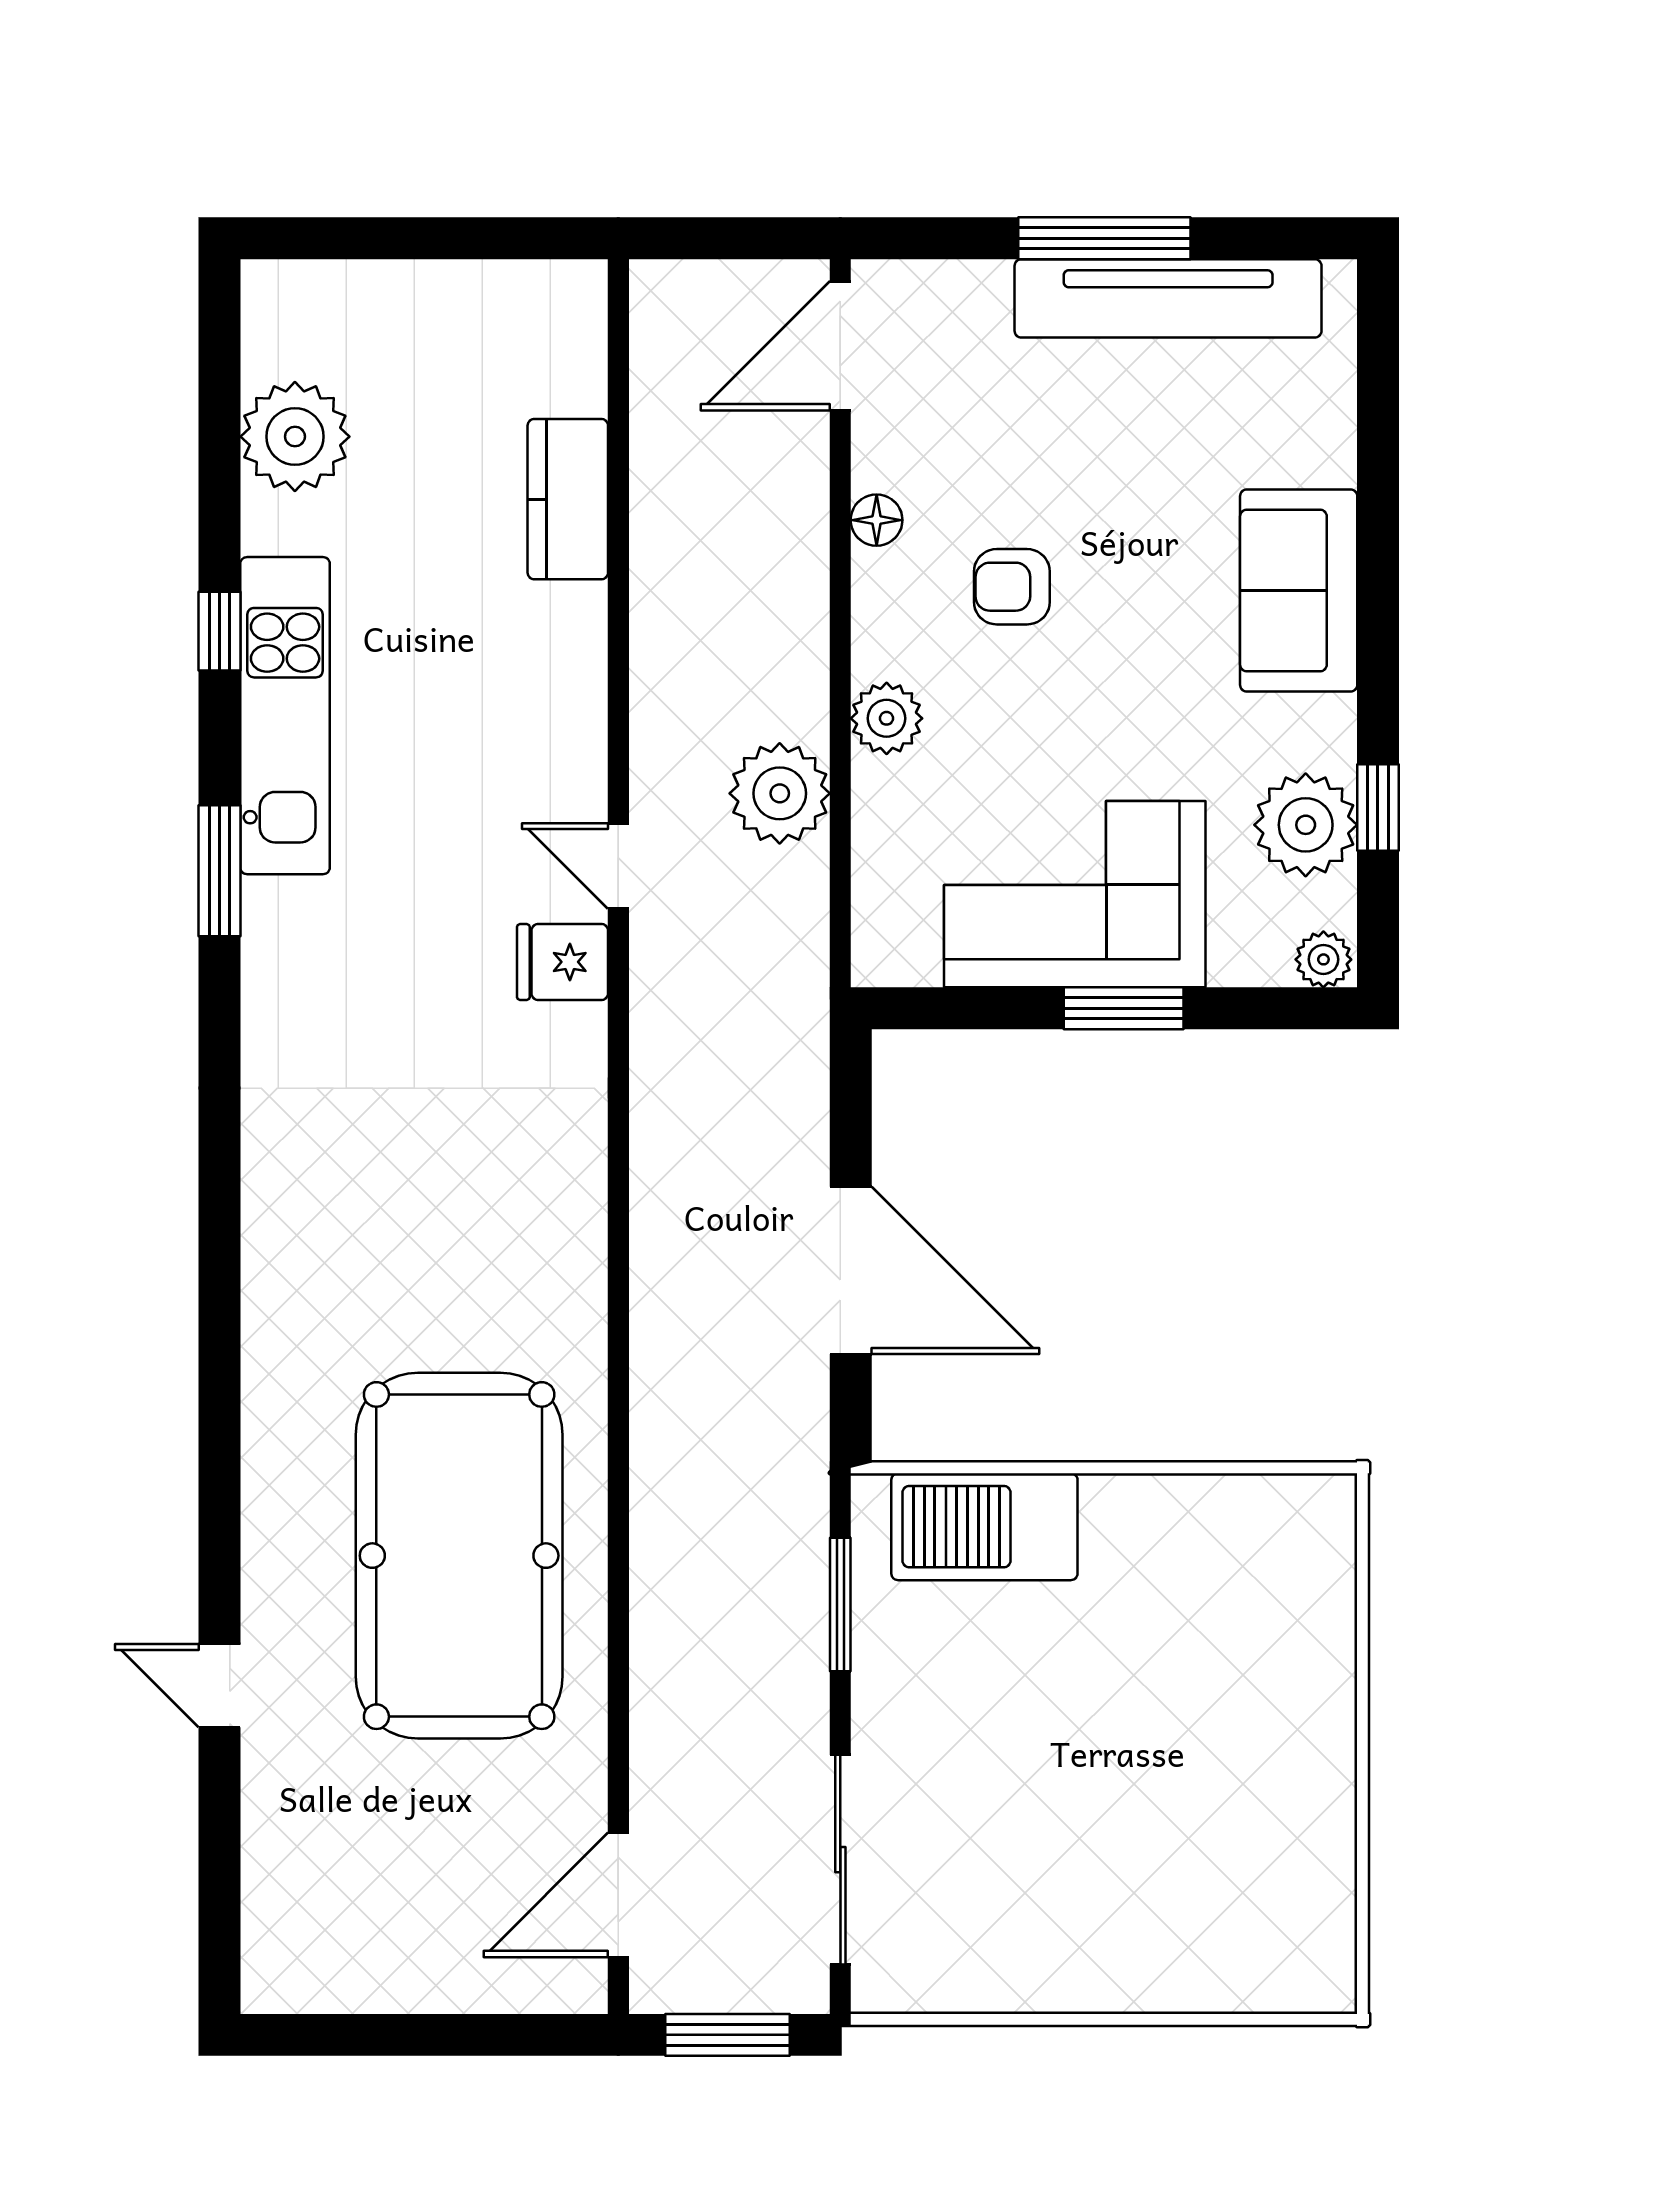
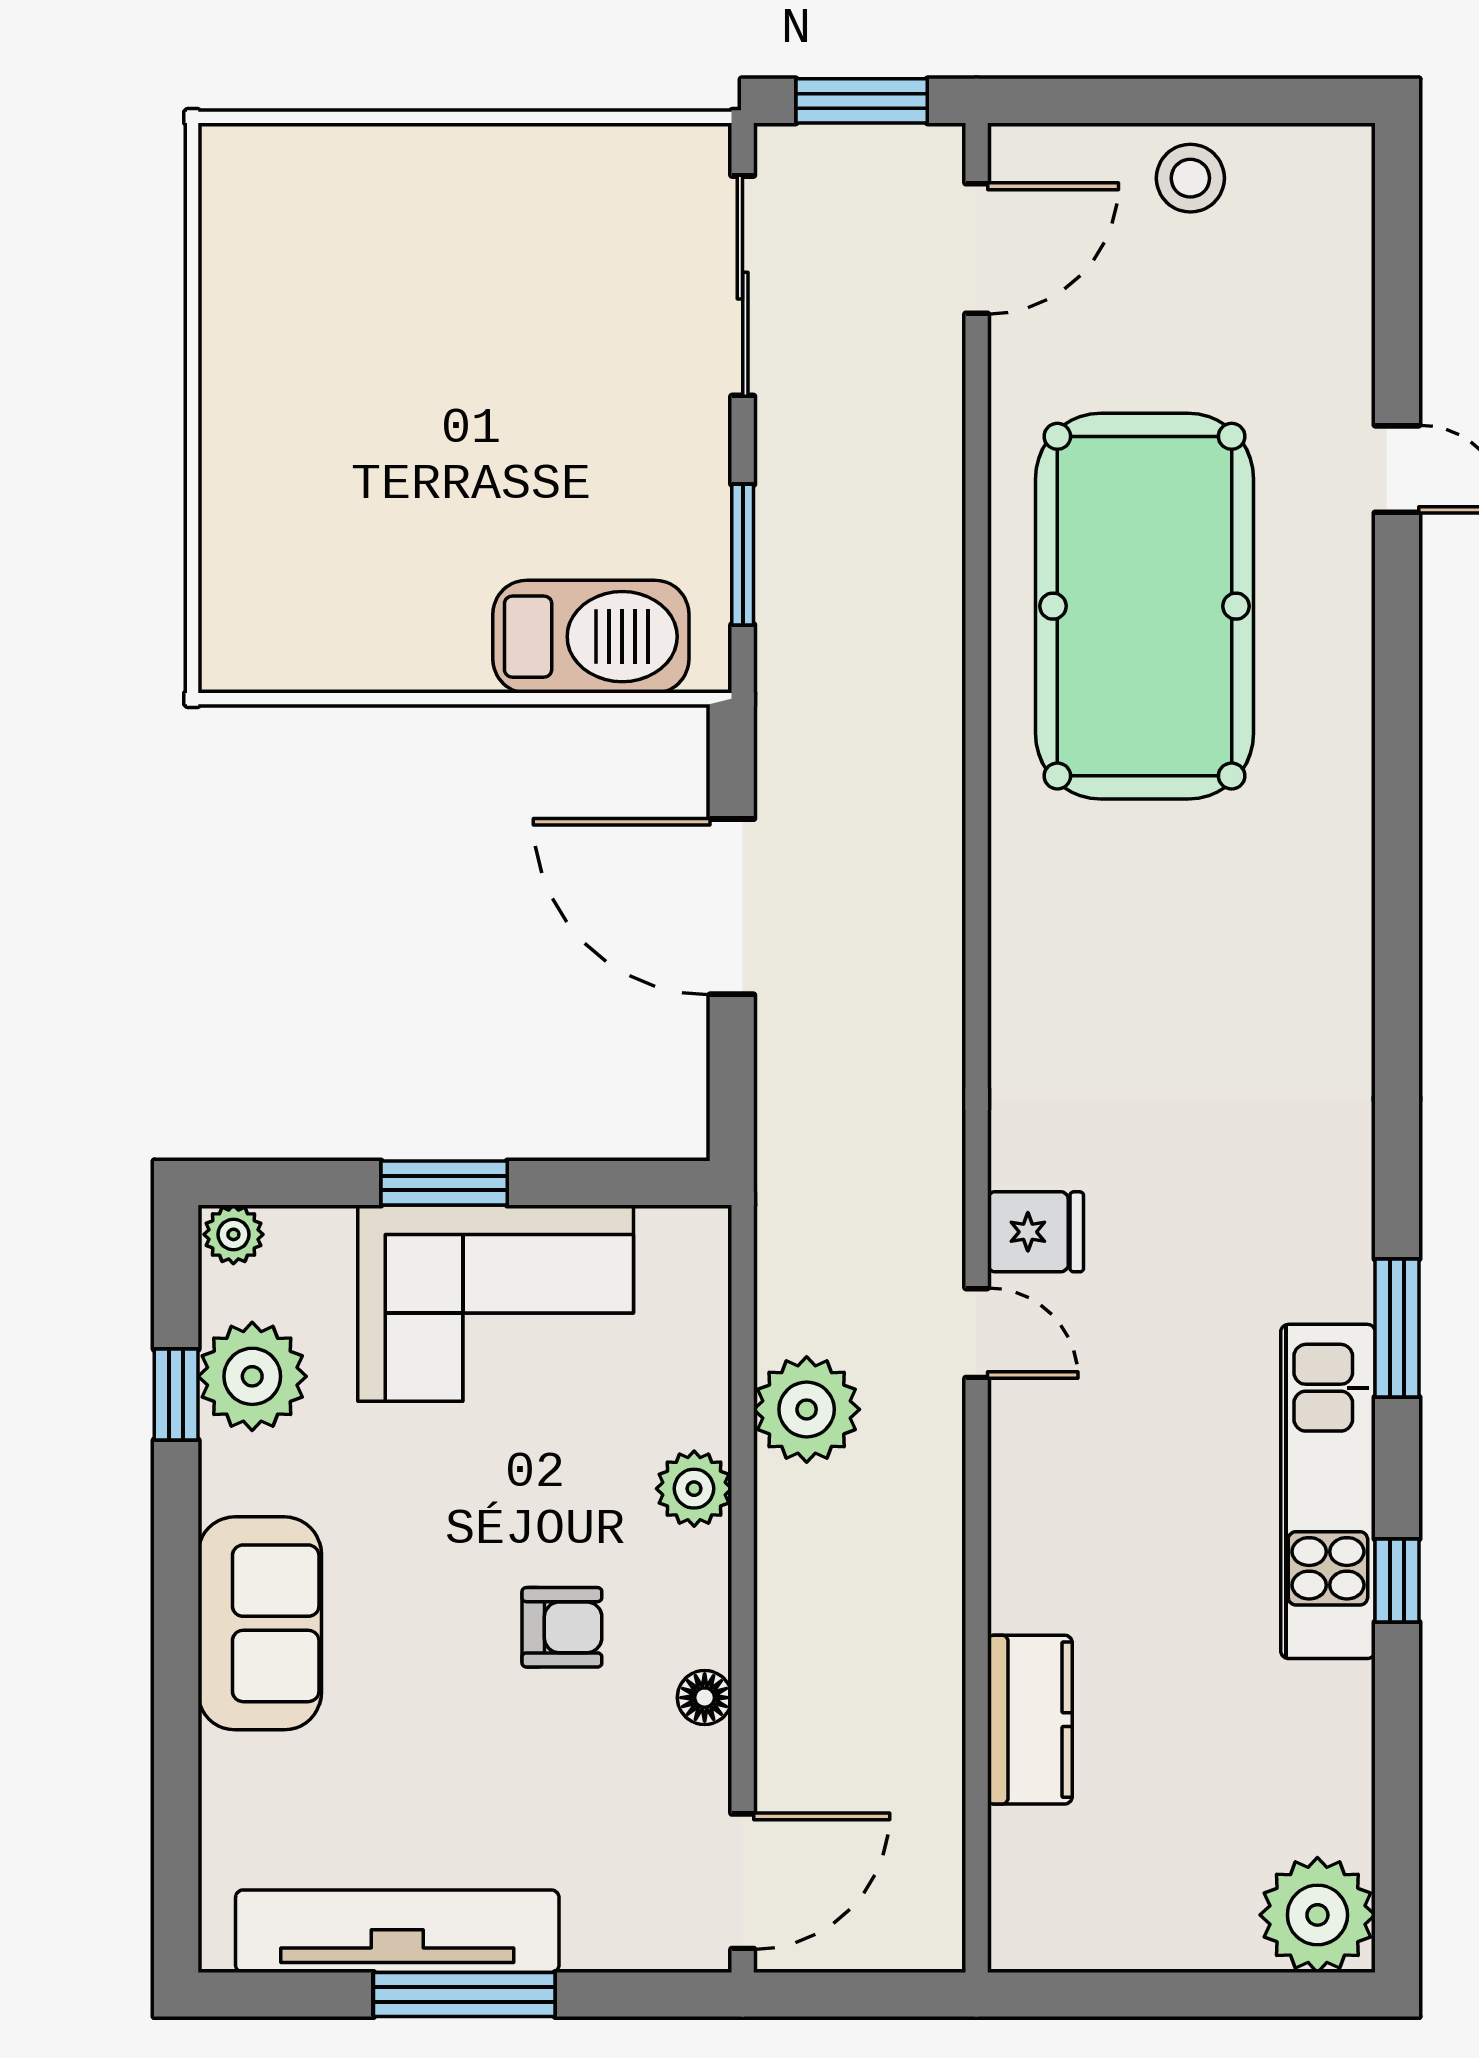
plant: (295, 437) -> (1317, 1915), moved
stool: (416, 1962) -> (1190, 178), added

